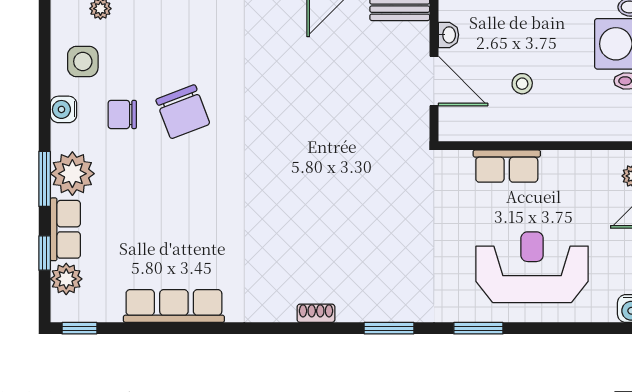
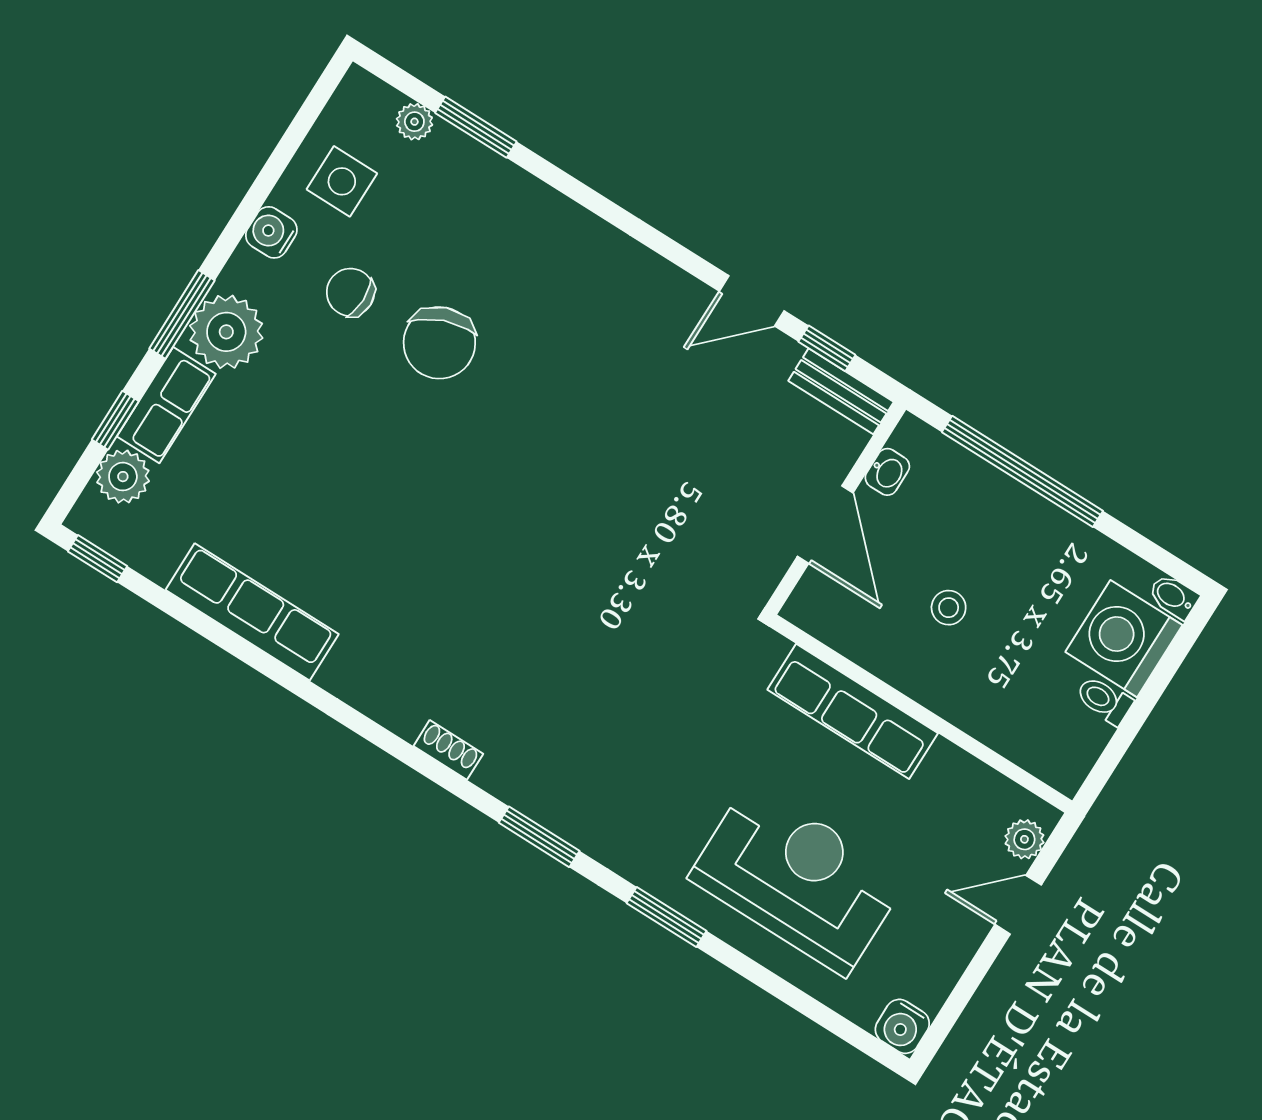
row of seats: (507, 166) -> (853, 711), width x1.48

